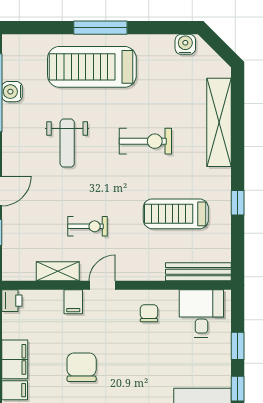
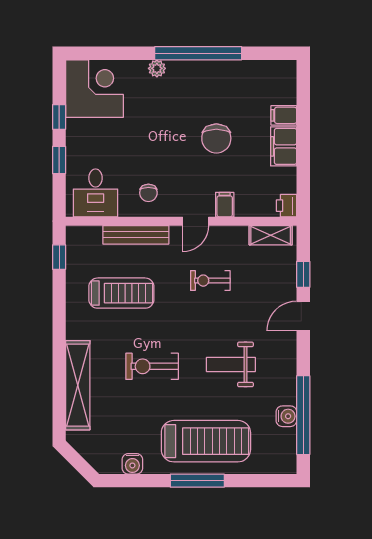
water cooler: (185, 44) -> (132, 464), moved
weight bench: (67, 143) -> (231, 364), turned -90
window: (238, 203) -> (59, 257), moved
shelving: (58, 271) -> (271, 235), moved
bench: (198, 272) -> (136, 235), moved

